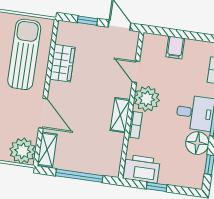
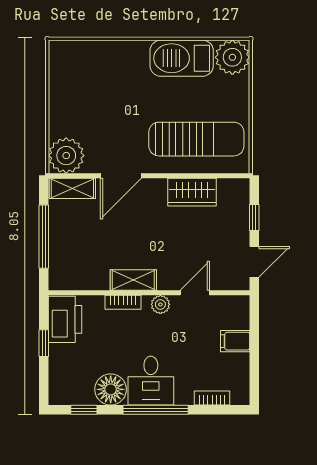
plant: (147, 99) -> (160, 304), width x0.53, depth x0.53

